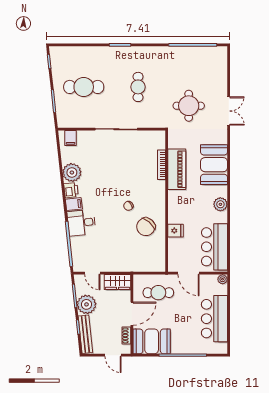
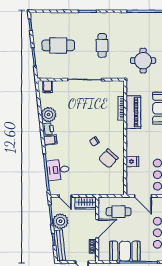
desk: (81, 223) -> (58, 170), moved
booth: (152, 341) -> (125, 251), moved

